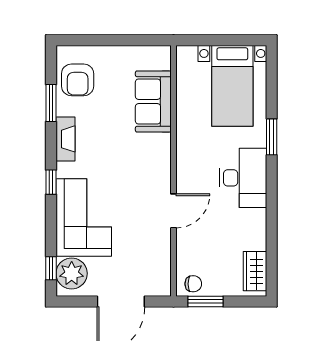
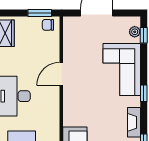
plant: (72, 273) -> (135, 32), width x0.53, depth x0.53

